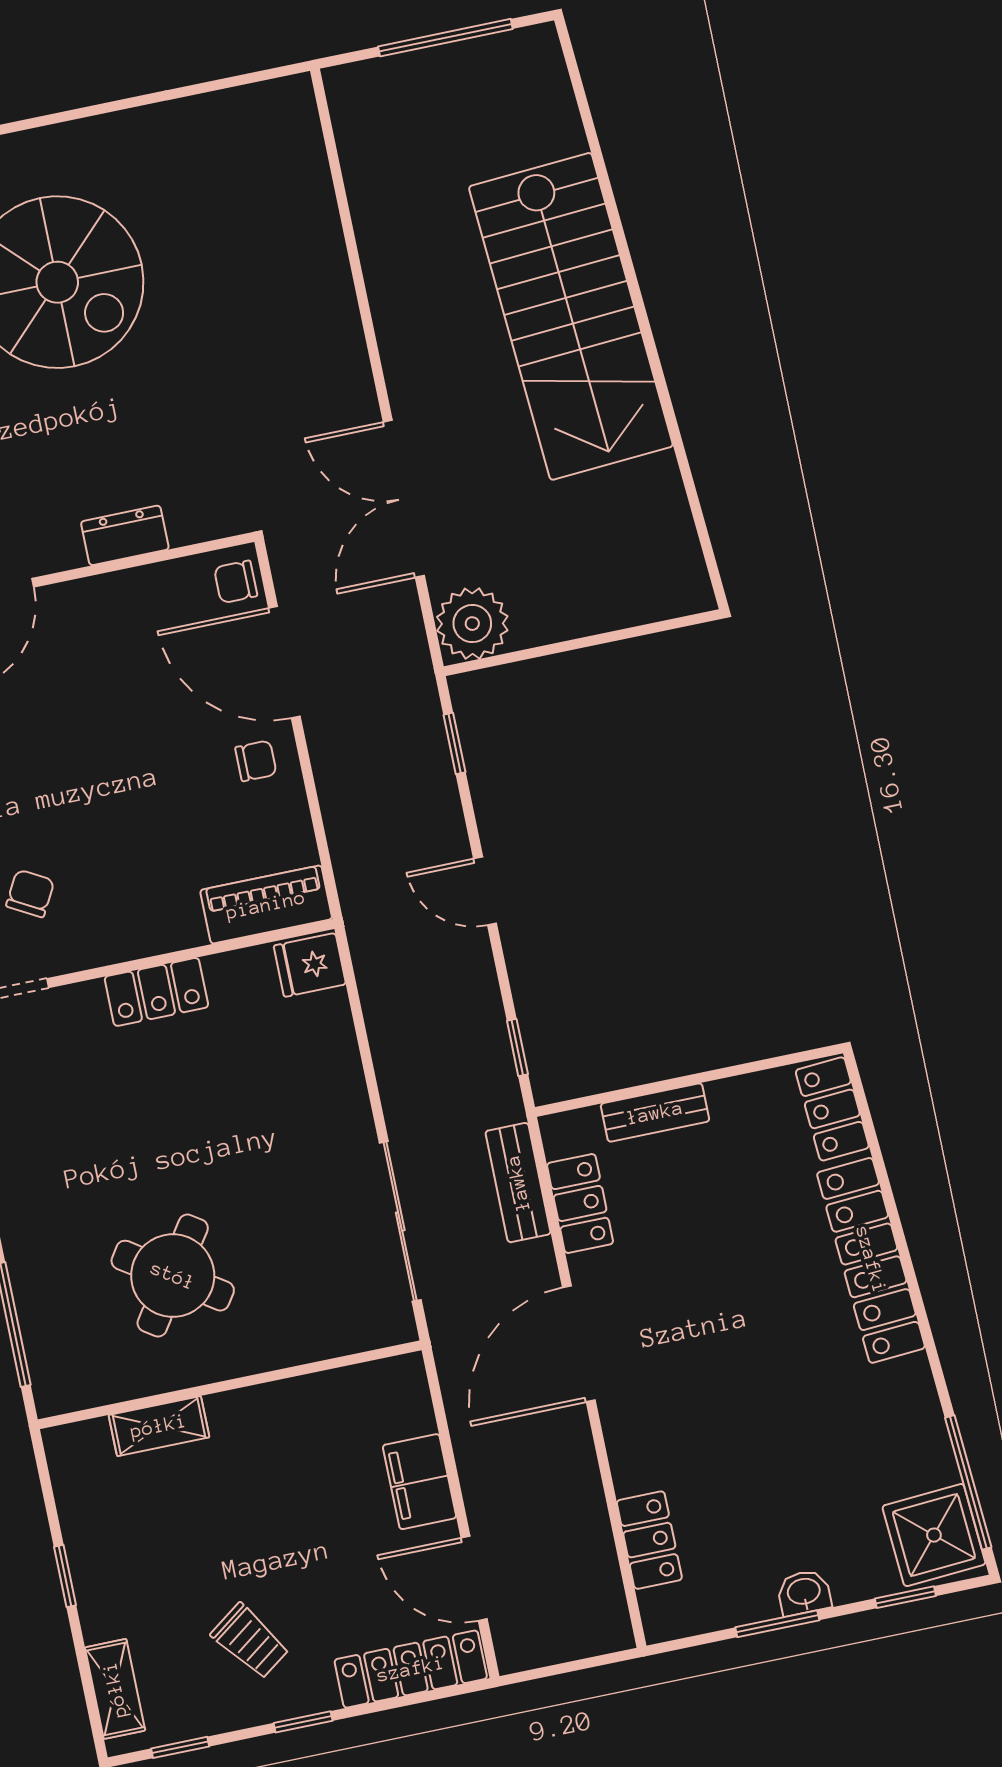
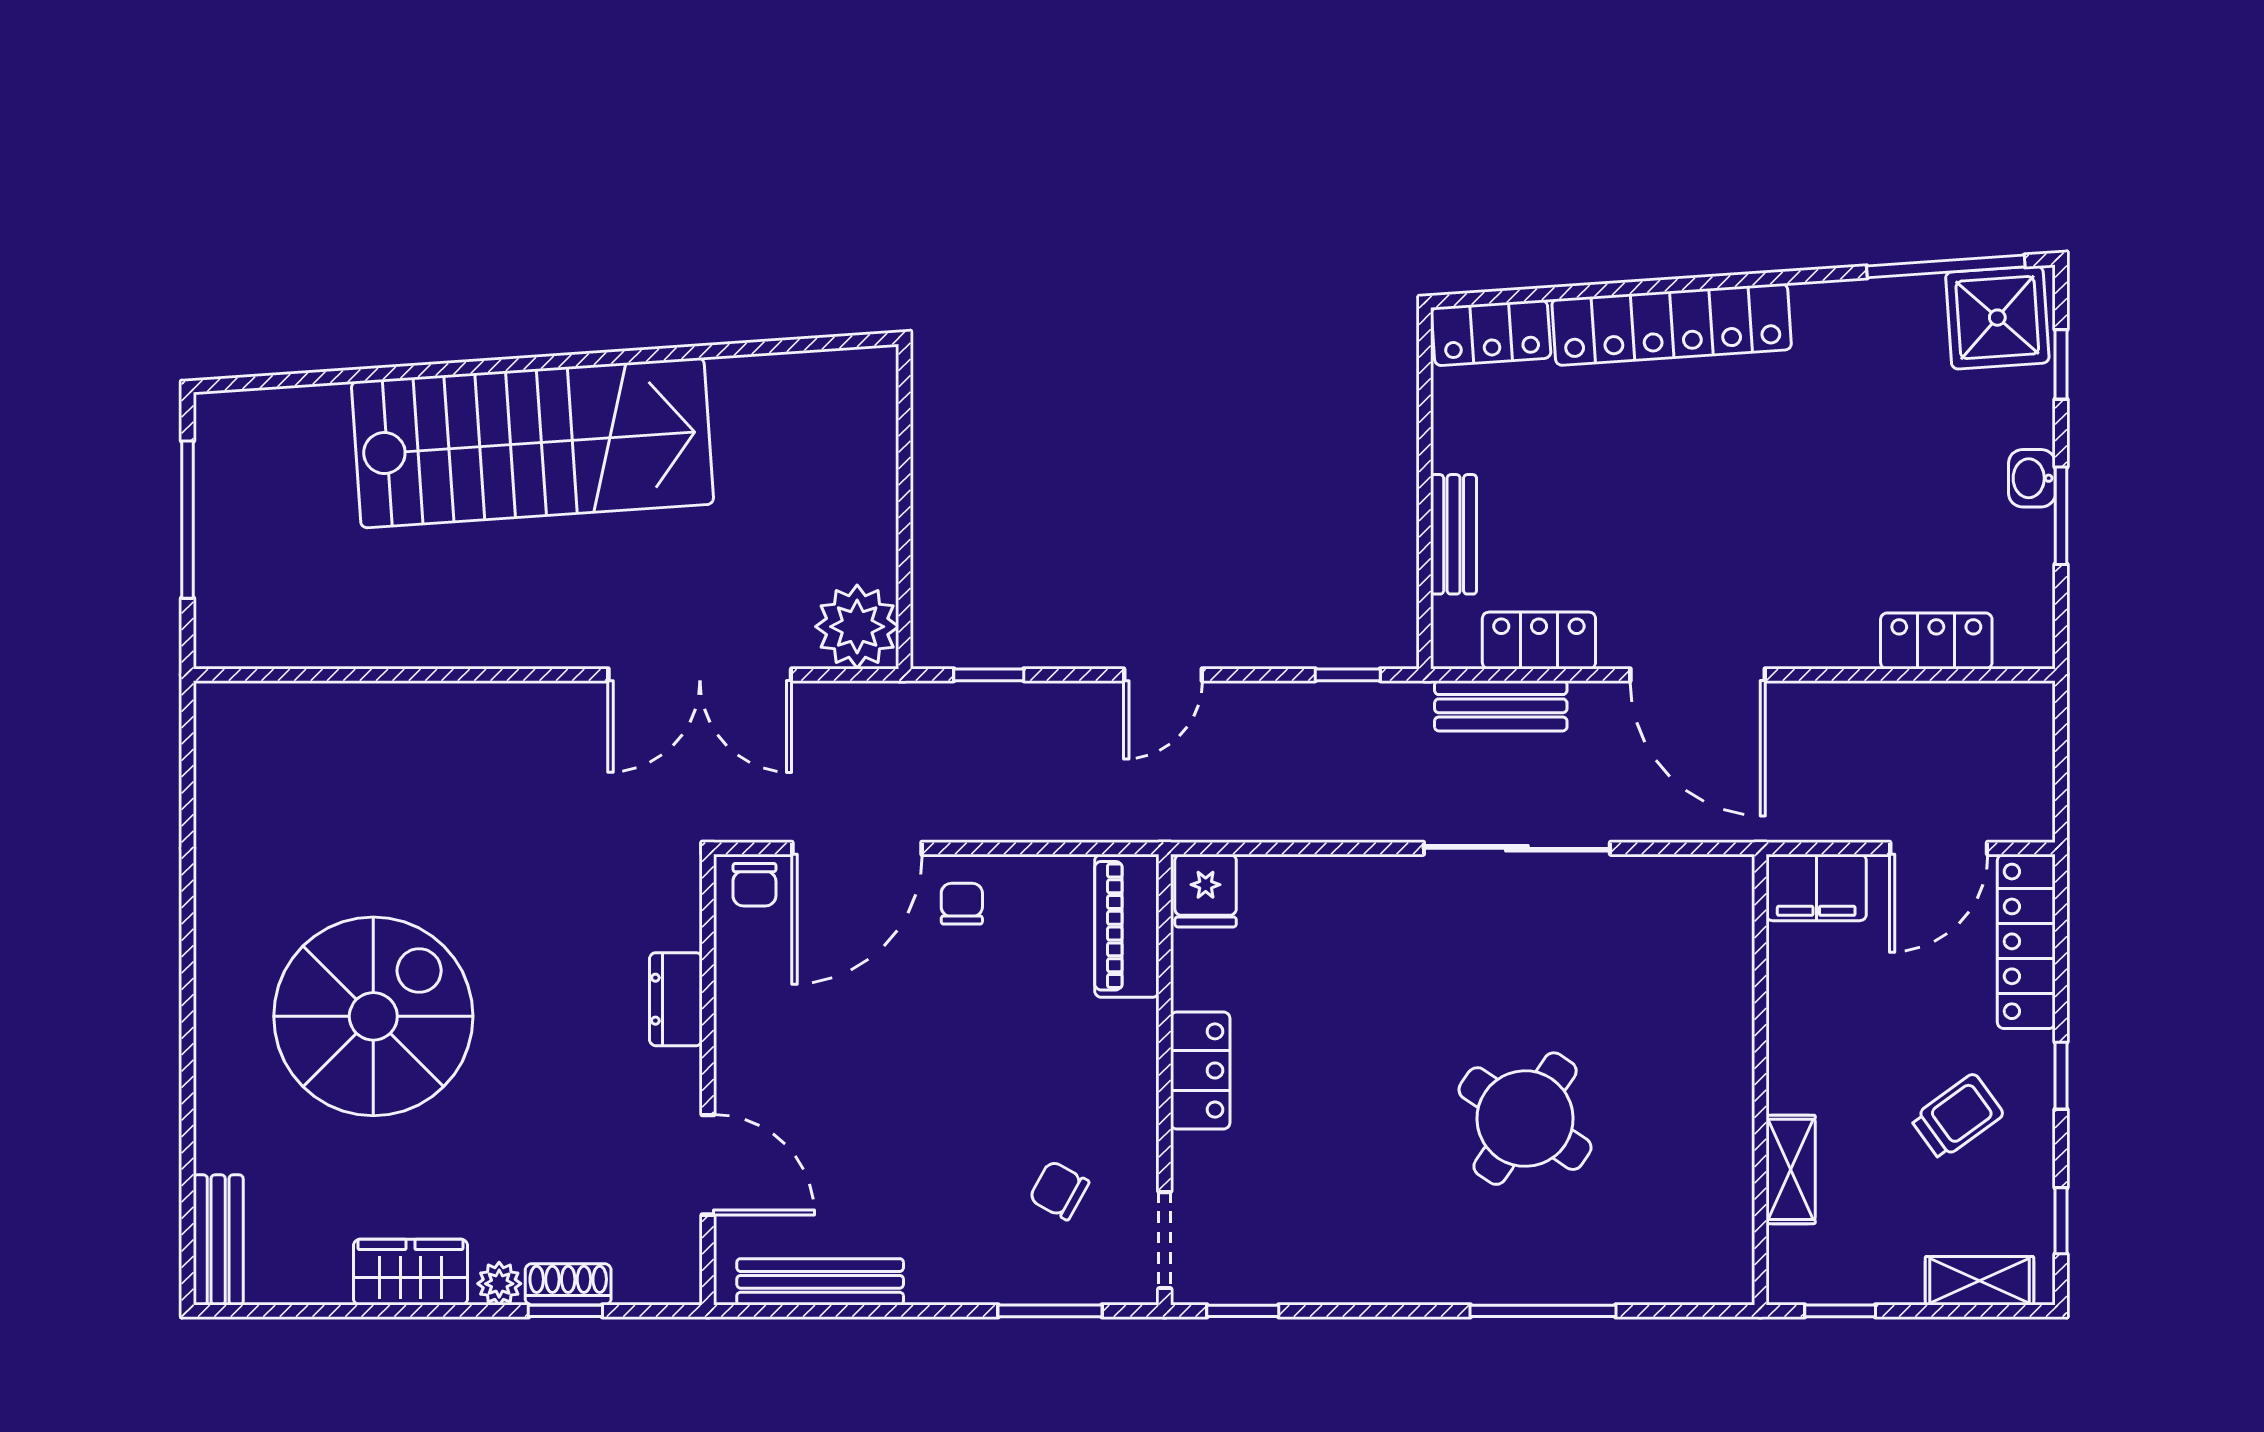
wall: (230, 1385) -> (1760, 1080), moved
shelving: (159, 1426) -> (1791, 1169), moved

